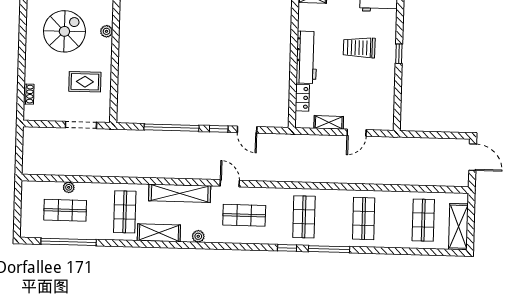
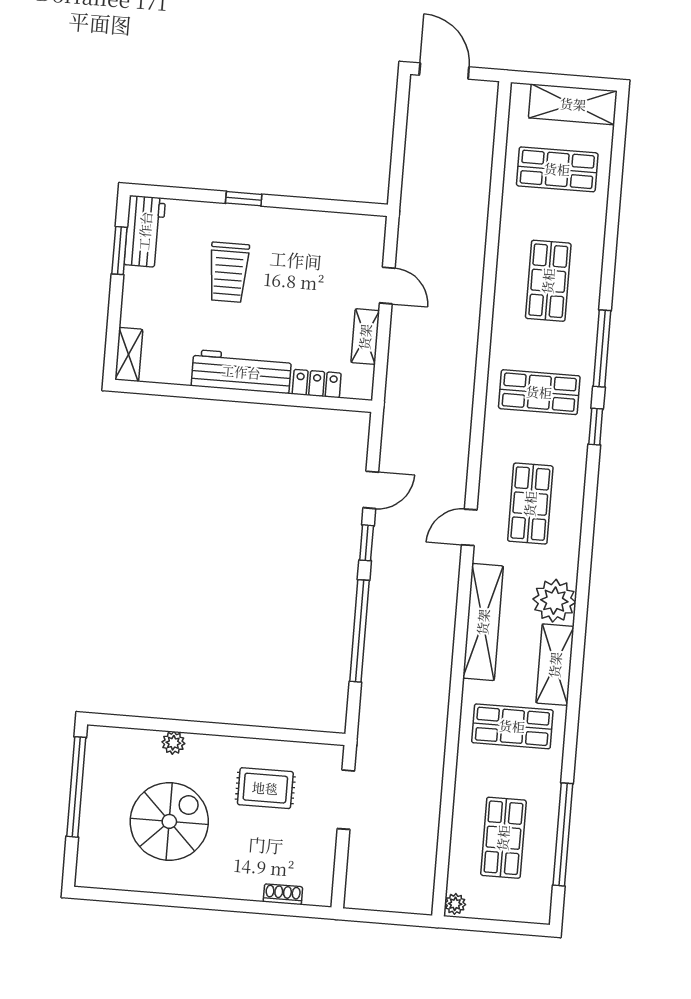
spiral stairs: (64, 31) -> (169, 821), turned 90
rug: (85, 82) -> (265, 788), turned 90
door: (473, 157) -> (444, 71), hinge flipped
plant: (69, 187) -> (455, 904), moved
shop shelf: (364, 219) -> (548, 281), turned 90
plant: (198, 236) -> (554, 601), width x1.87, depth x1.87

